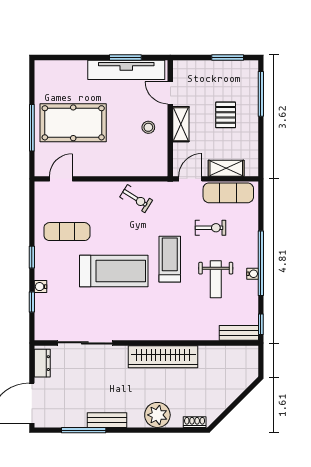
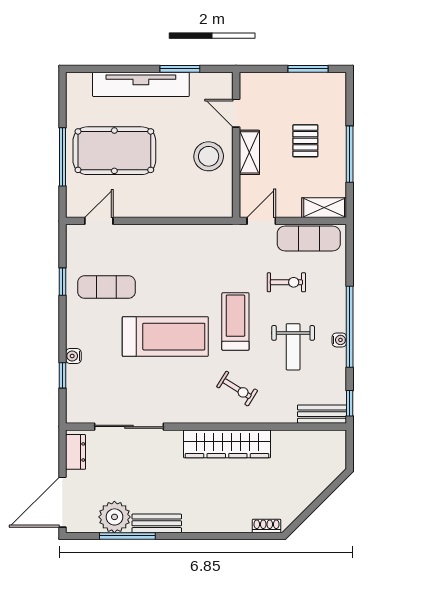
tv unit: (126, 70) -> (141, 84), moved
window: (261, 94) -> (350, 154), moved
stool: (148, 127) -> (209, 156), width x1.89, depth x1.89
shelving: (226, 168) -> (324, 208), moved
exercise bike: (136, 199) -> (237, 389), moved
window: (32, 257) -> (62, 282), moved
plant: (157, 415) -> (114, 517), moved

